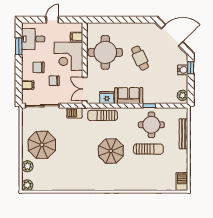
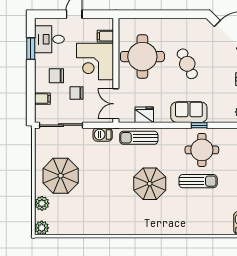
sofa: (129, 96) -> (189, 112), moved

